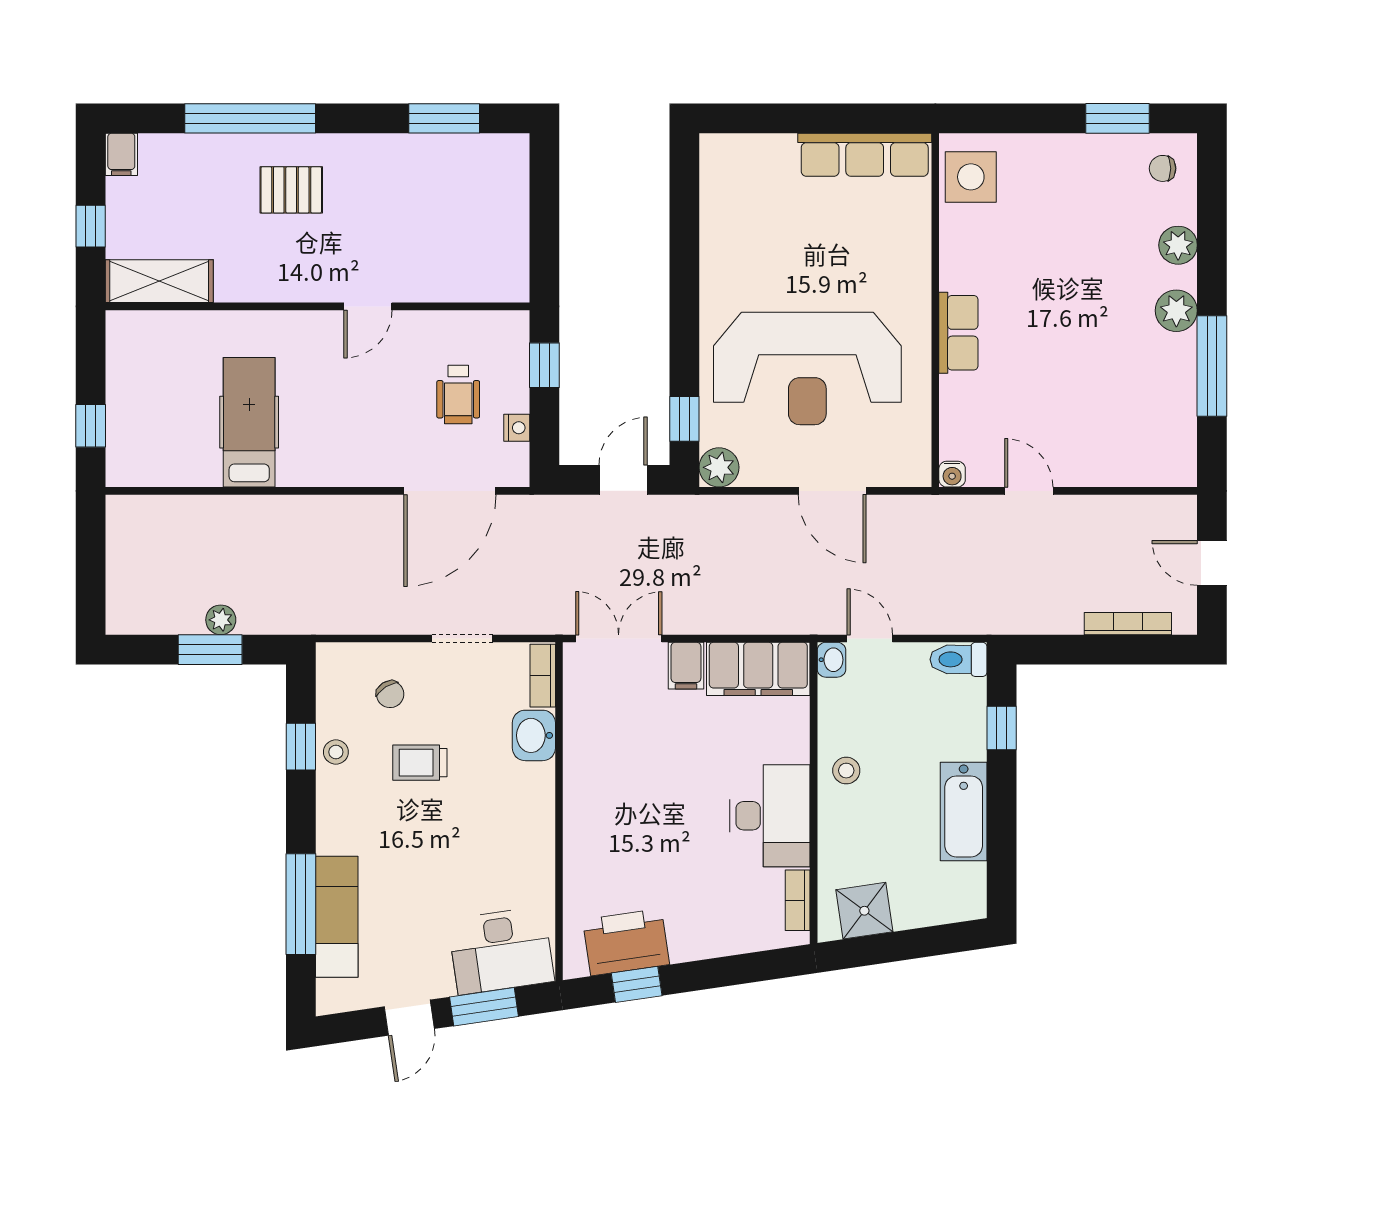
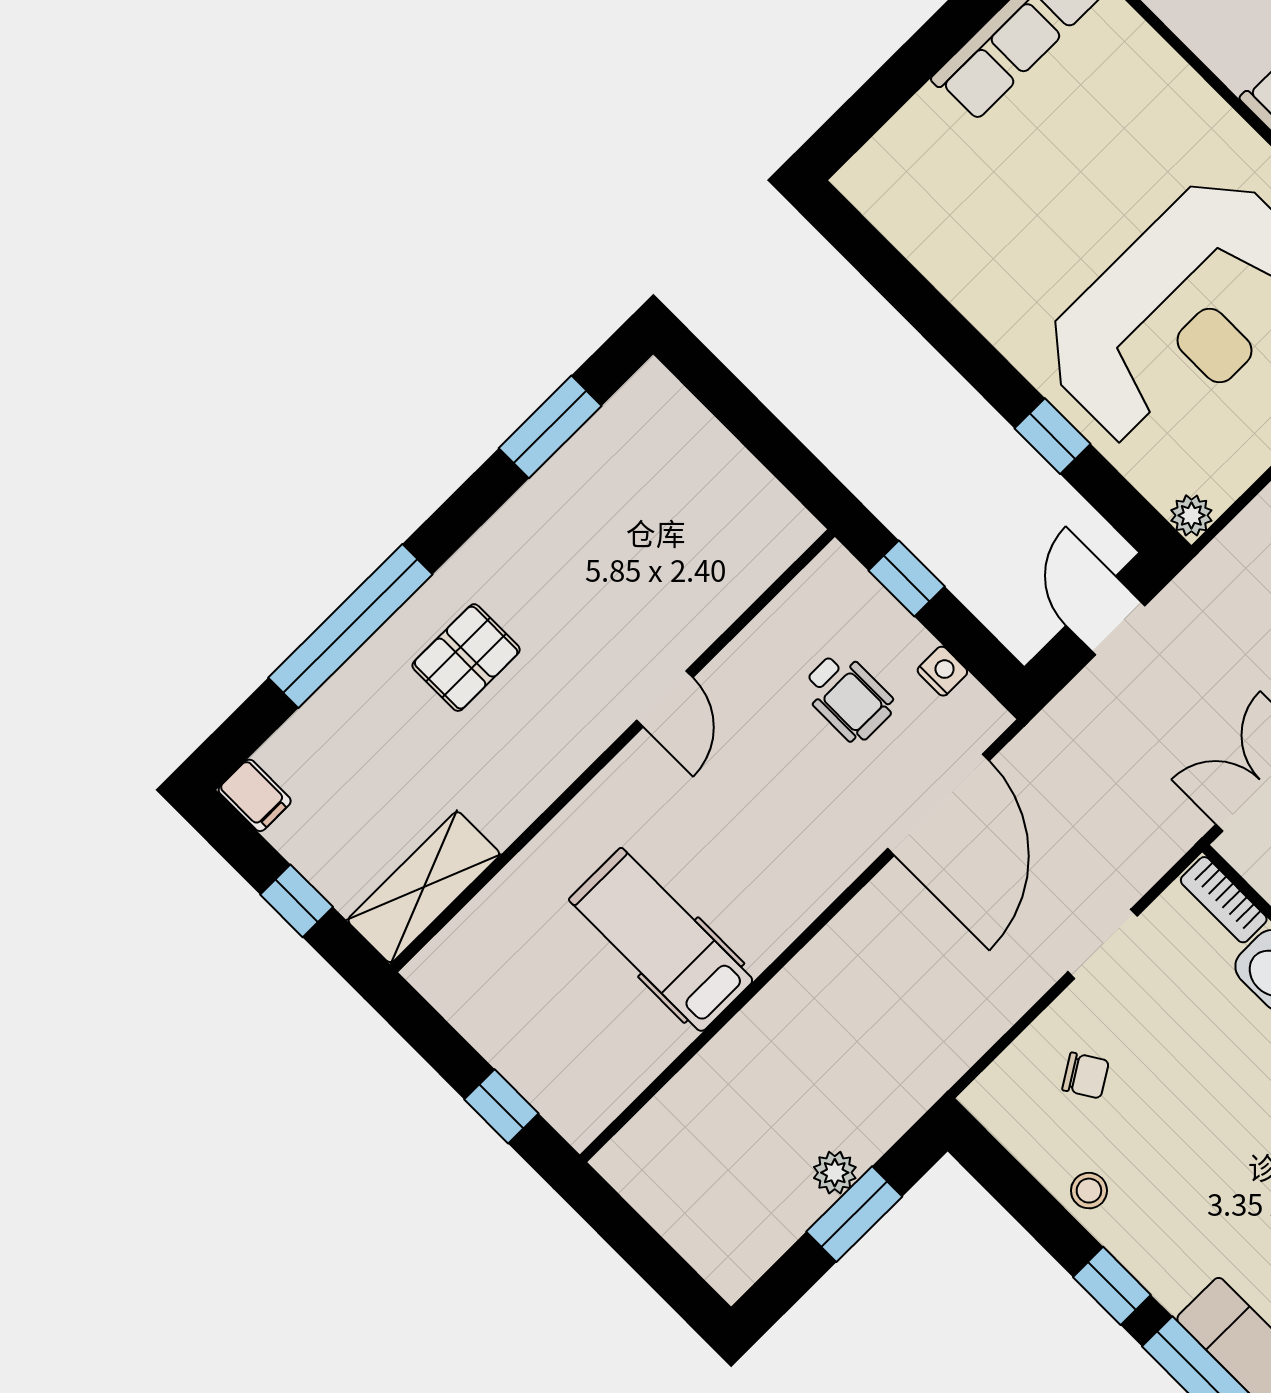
window: (684, 419) -> (1052, 436), moved
plant: (719, 467) -> (1191, 515), width x0.73, depth x0.73
window: (301, 747) -> (1112, 1286), moved
trolley: (420, 763) -> (1186, 1115), removed

